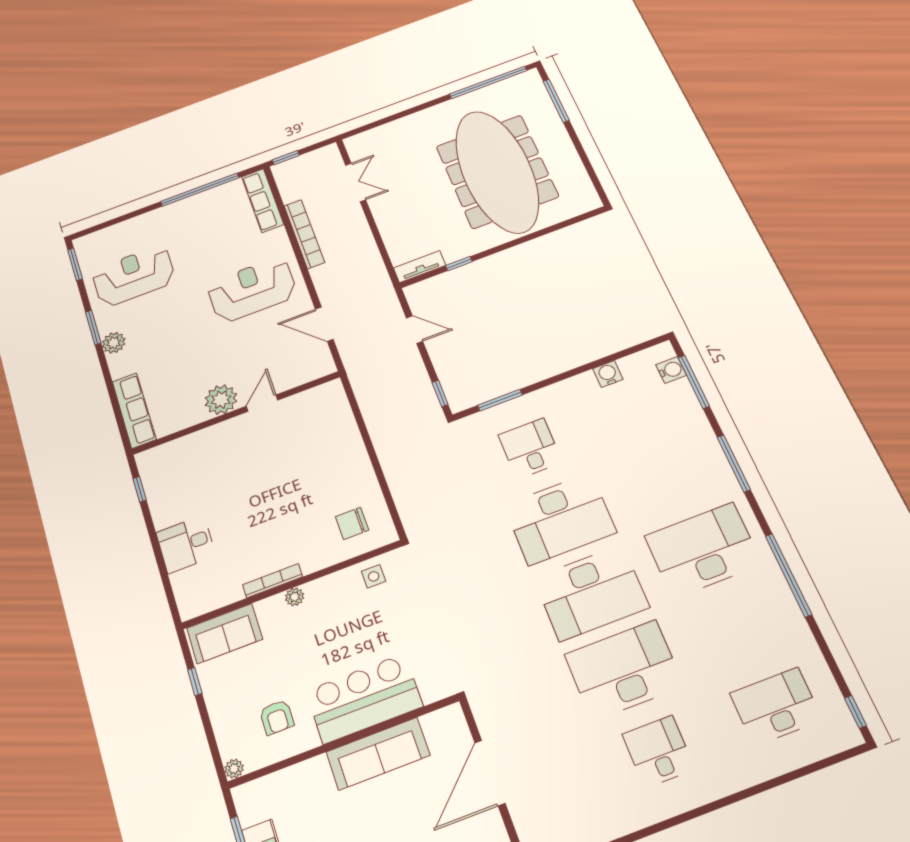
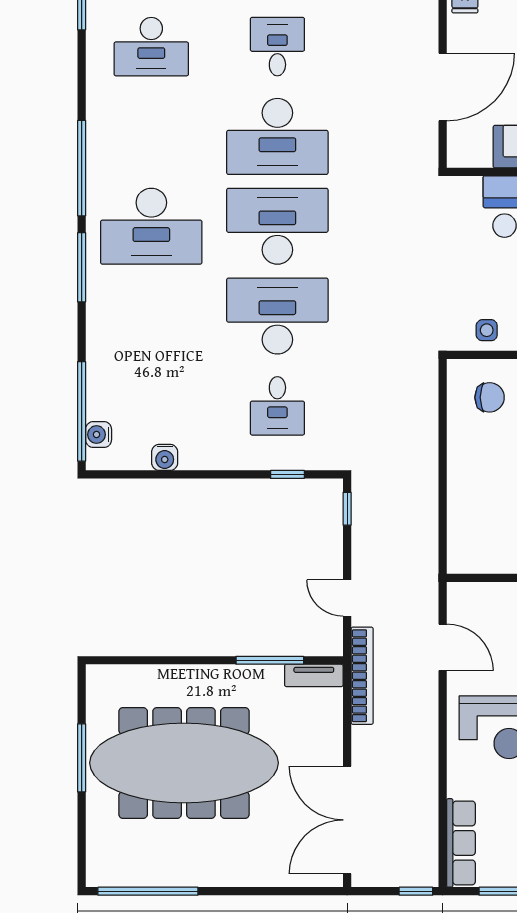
window: (556, 101) -> (82, 758), moved
meeting table: (497, 171) -> (184, 763), turned 90
double door: (356, 182) -> (347, 820), width x1.87
bookcase: (304, 234) -> (362, 676), moved, turned 180
window: (459, 264) -> (270, 660), width x2.17
window: (694, 382) -> (82, 411), width x1.46
window: (500, 400) -> (287, 474), width x0.67
window: (734, 463) -> (82, 267), moved
desk: (658, 752) -> (277, 47), turned 180

